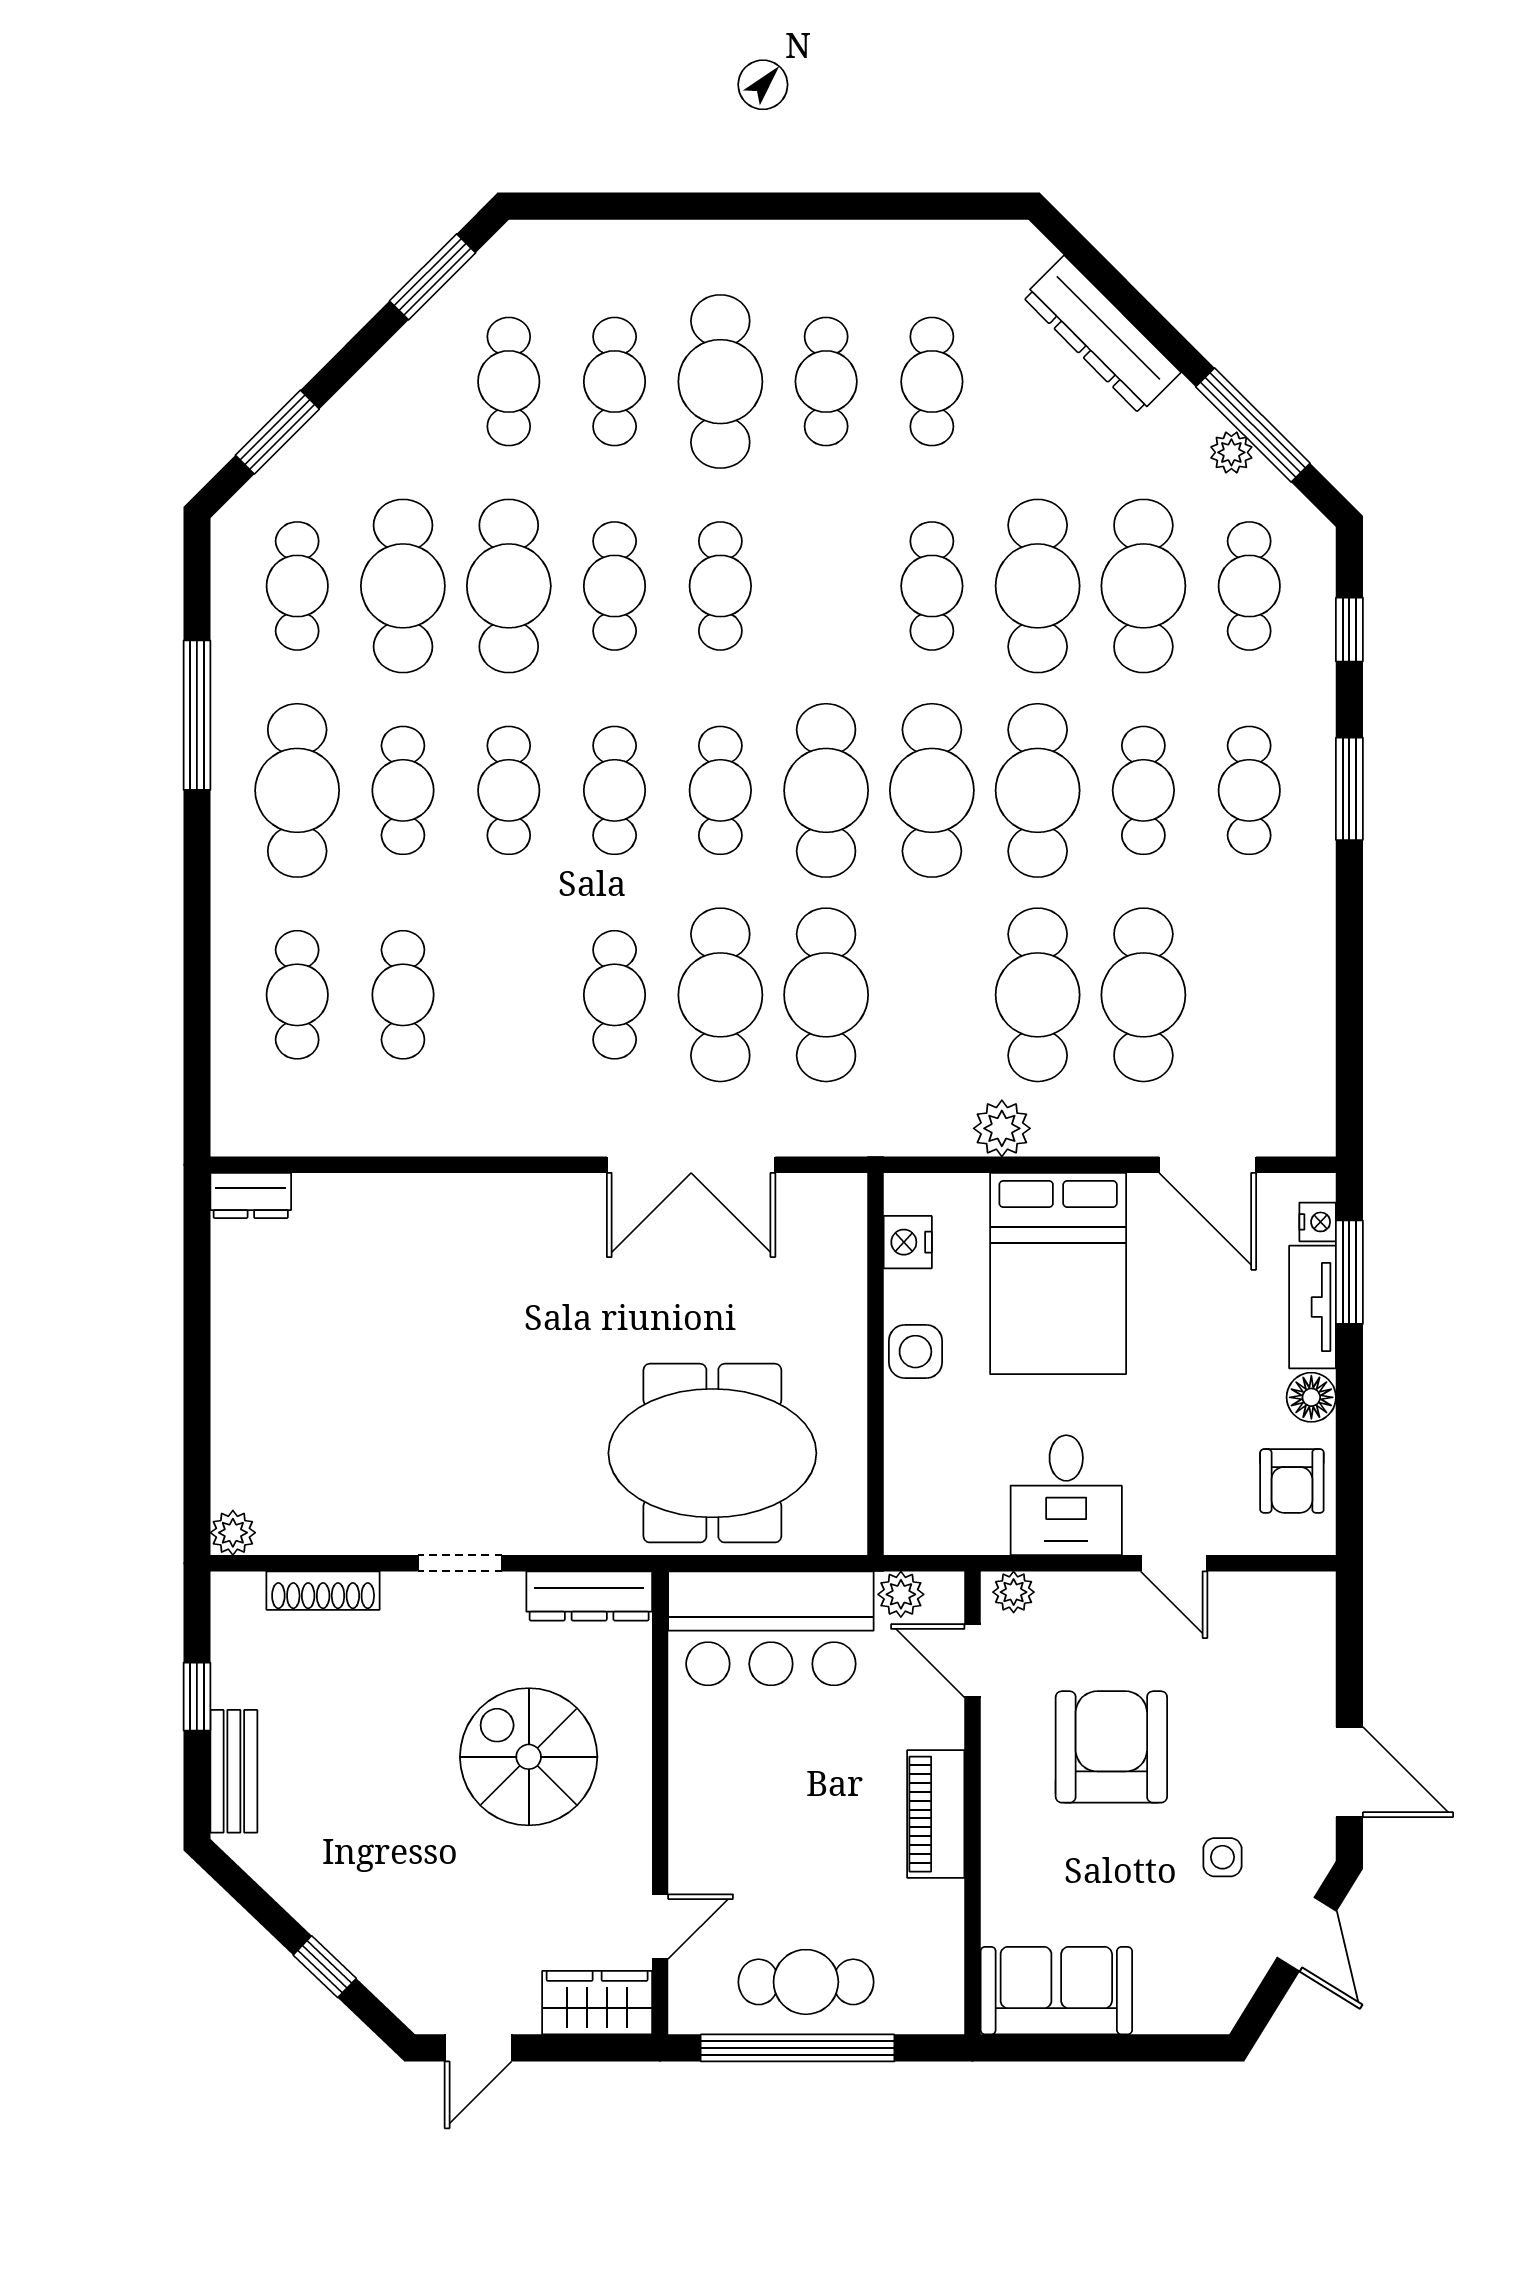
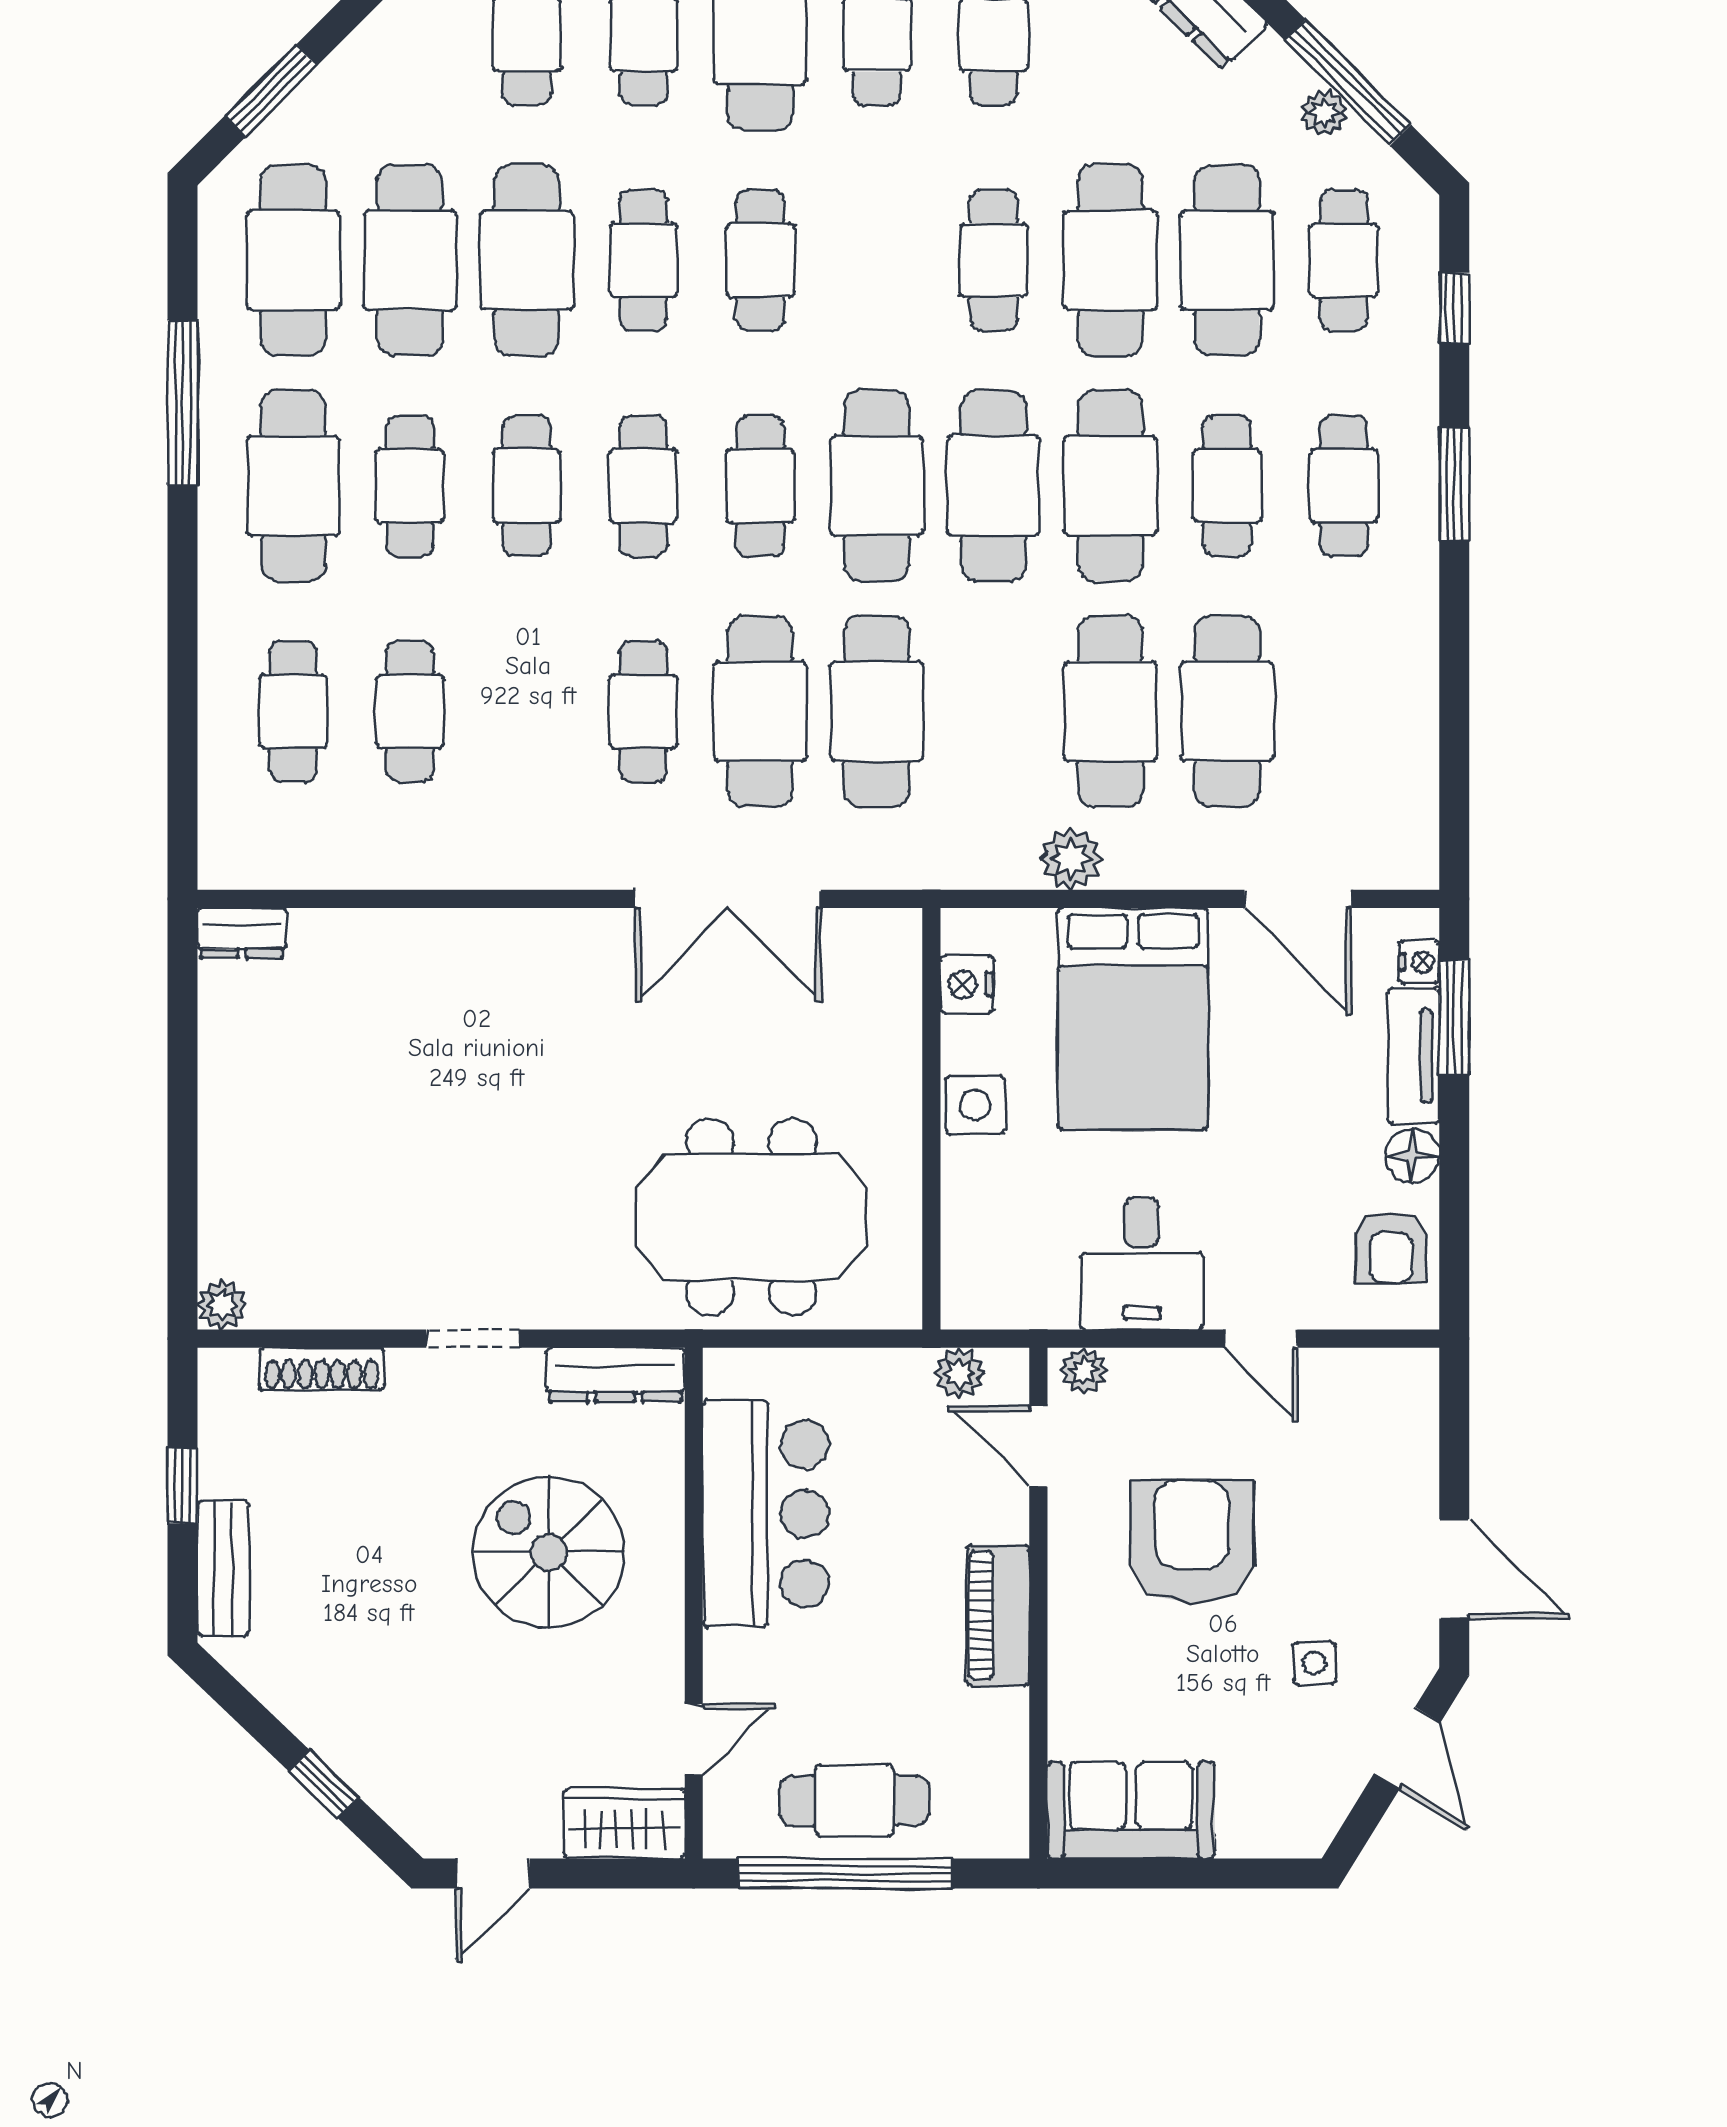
cafe table: (297, 586) -> (293, 260), width x1.37, depth x1.35
bar counter: (771, 1628) -> (766, 1514), moved, turned -90

